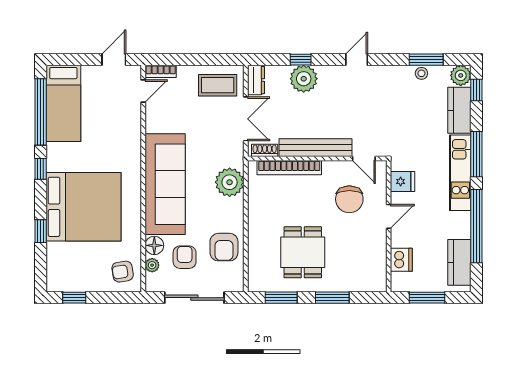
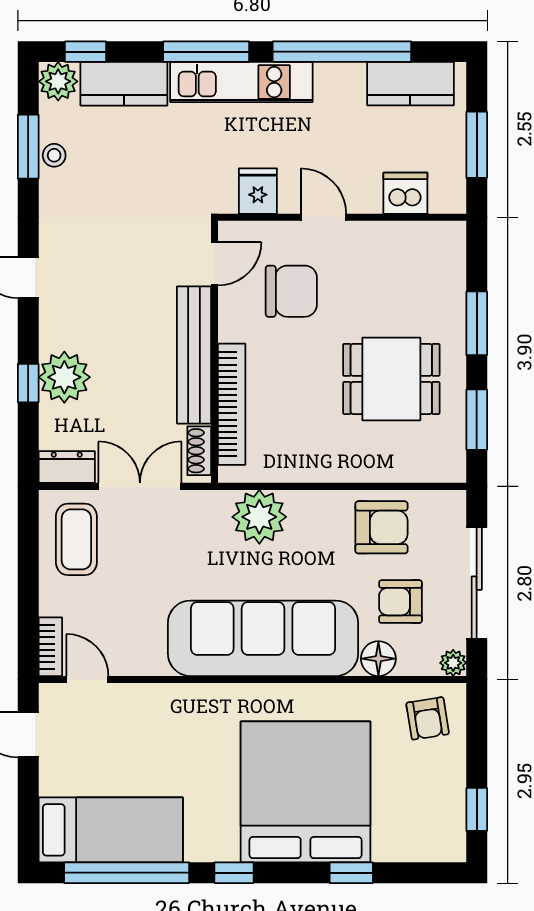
plant: (152, 265) -> (453, 663), moved

